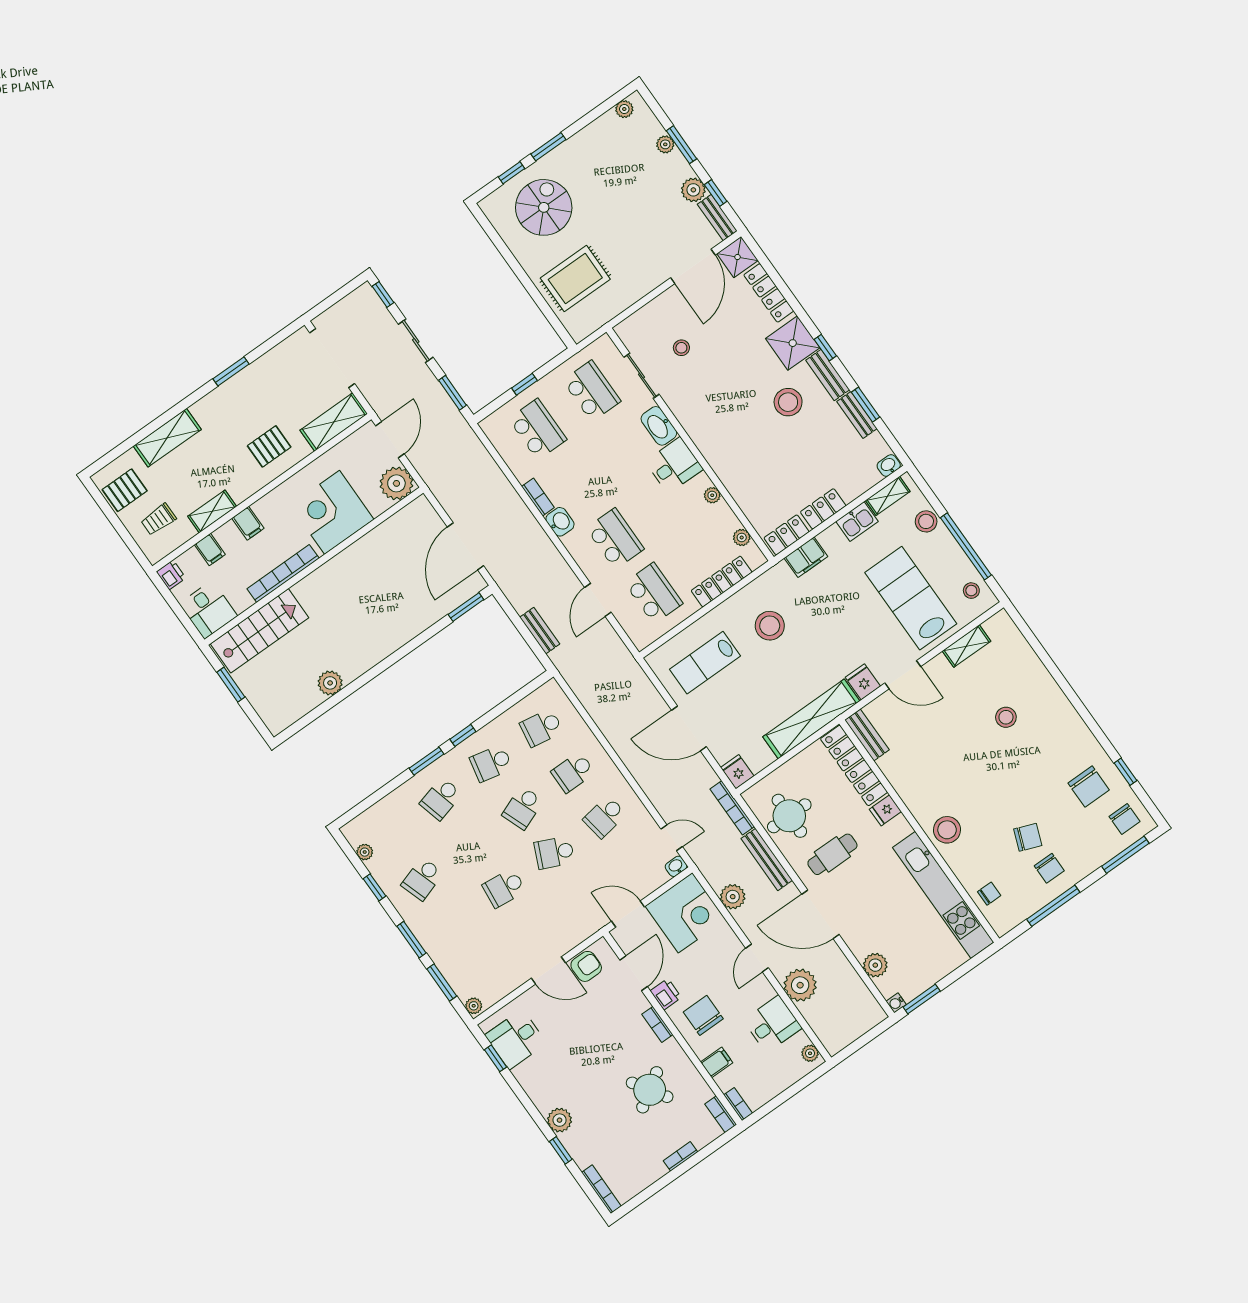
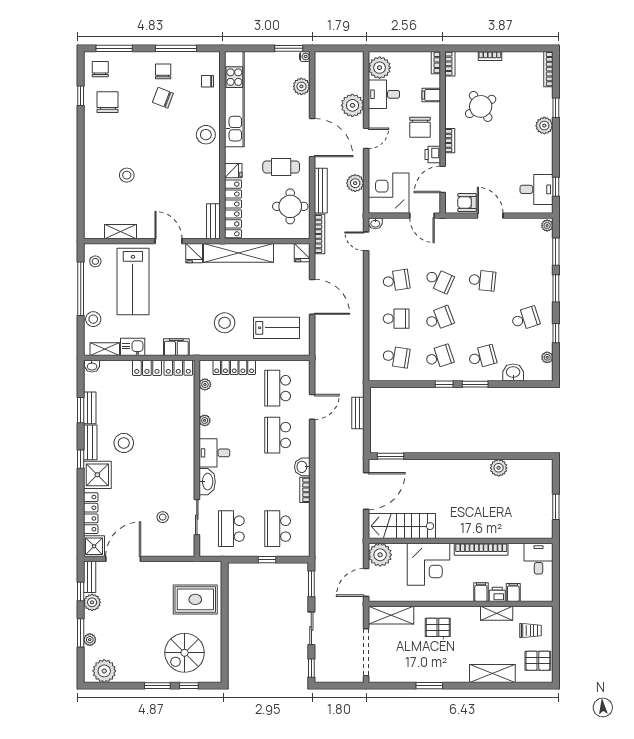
plant: (624, 109) -> (104, 671), width x1.87, depth x1.87
printer: (171, 575) -> (497, 594), moved, turned 90
stairs: (260, 631) -> (402, 526), moved
school desk: (491, 763) -> (439, 357), turned -30
washbasin: (392, 806) -> (513, 373), added
plant: (810, 1053) -> (380, 68), width x1.87, depth x1.87

